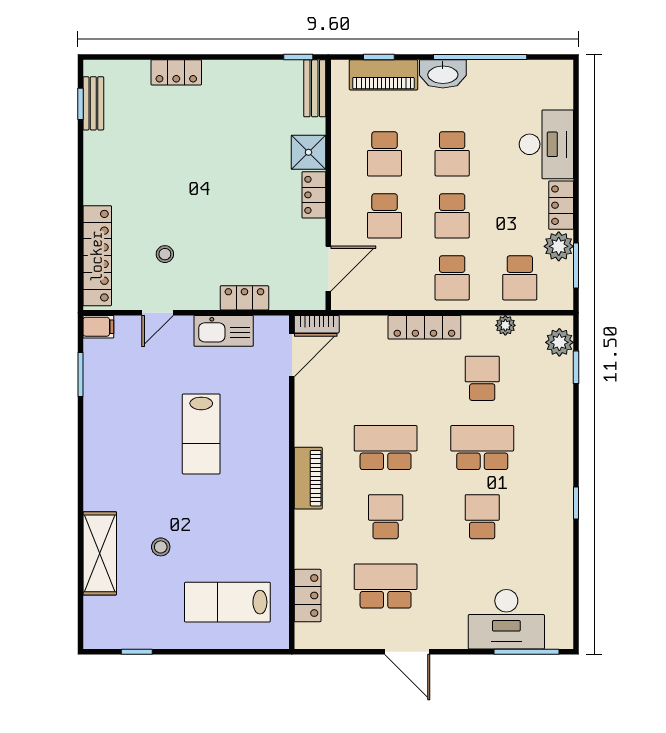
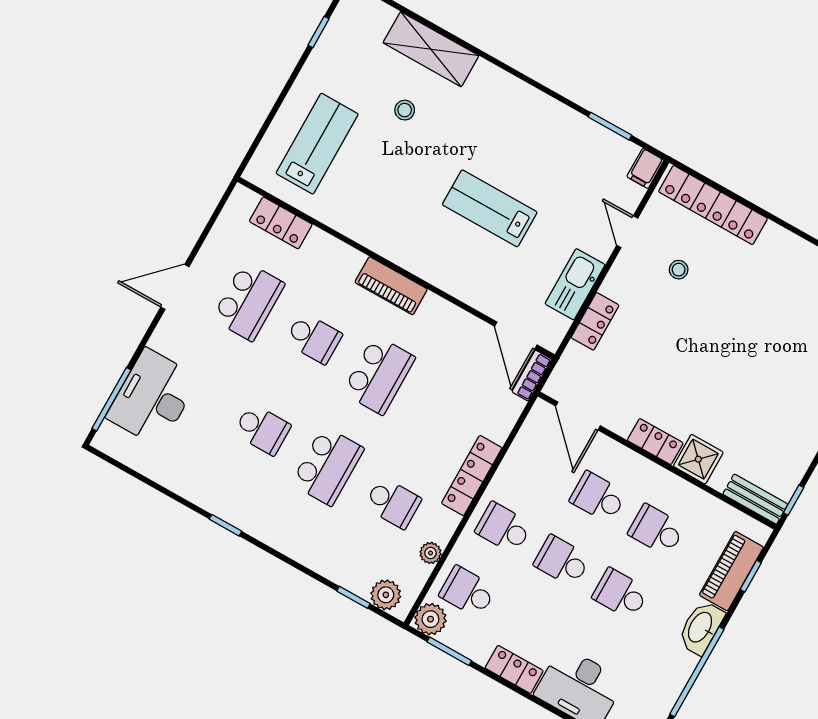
plant: (559, 246) -> (430, 619), moved

